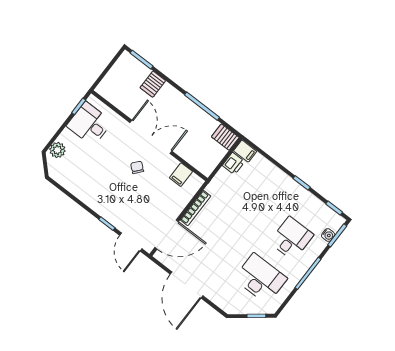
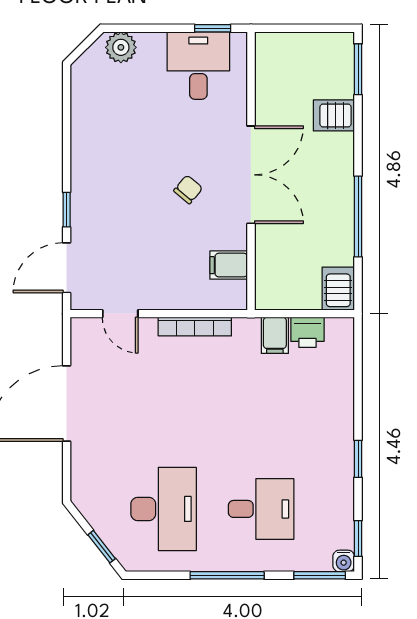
filing cabinet: (245, 151) -> (275, 335), moved
door: (167, 235) -> (120, 314), width x0.53
water cooler: (328, 235) -> (344, 561), moved

